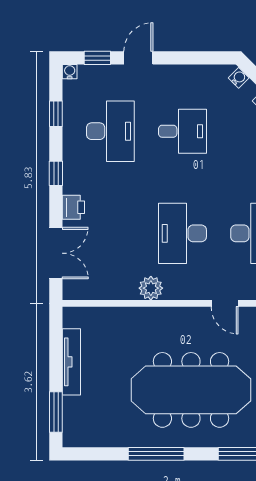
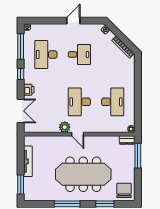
window: (97, 58) -> (40, 21), removed
door: (138, 58) -> (73, 21), moved
window: (56, 114) -> (21, 46), width x2.17
desk: (110, 131) -> (46, 55), turned 180
door: (225, 303) -> (78, 134), moved

